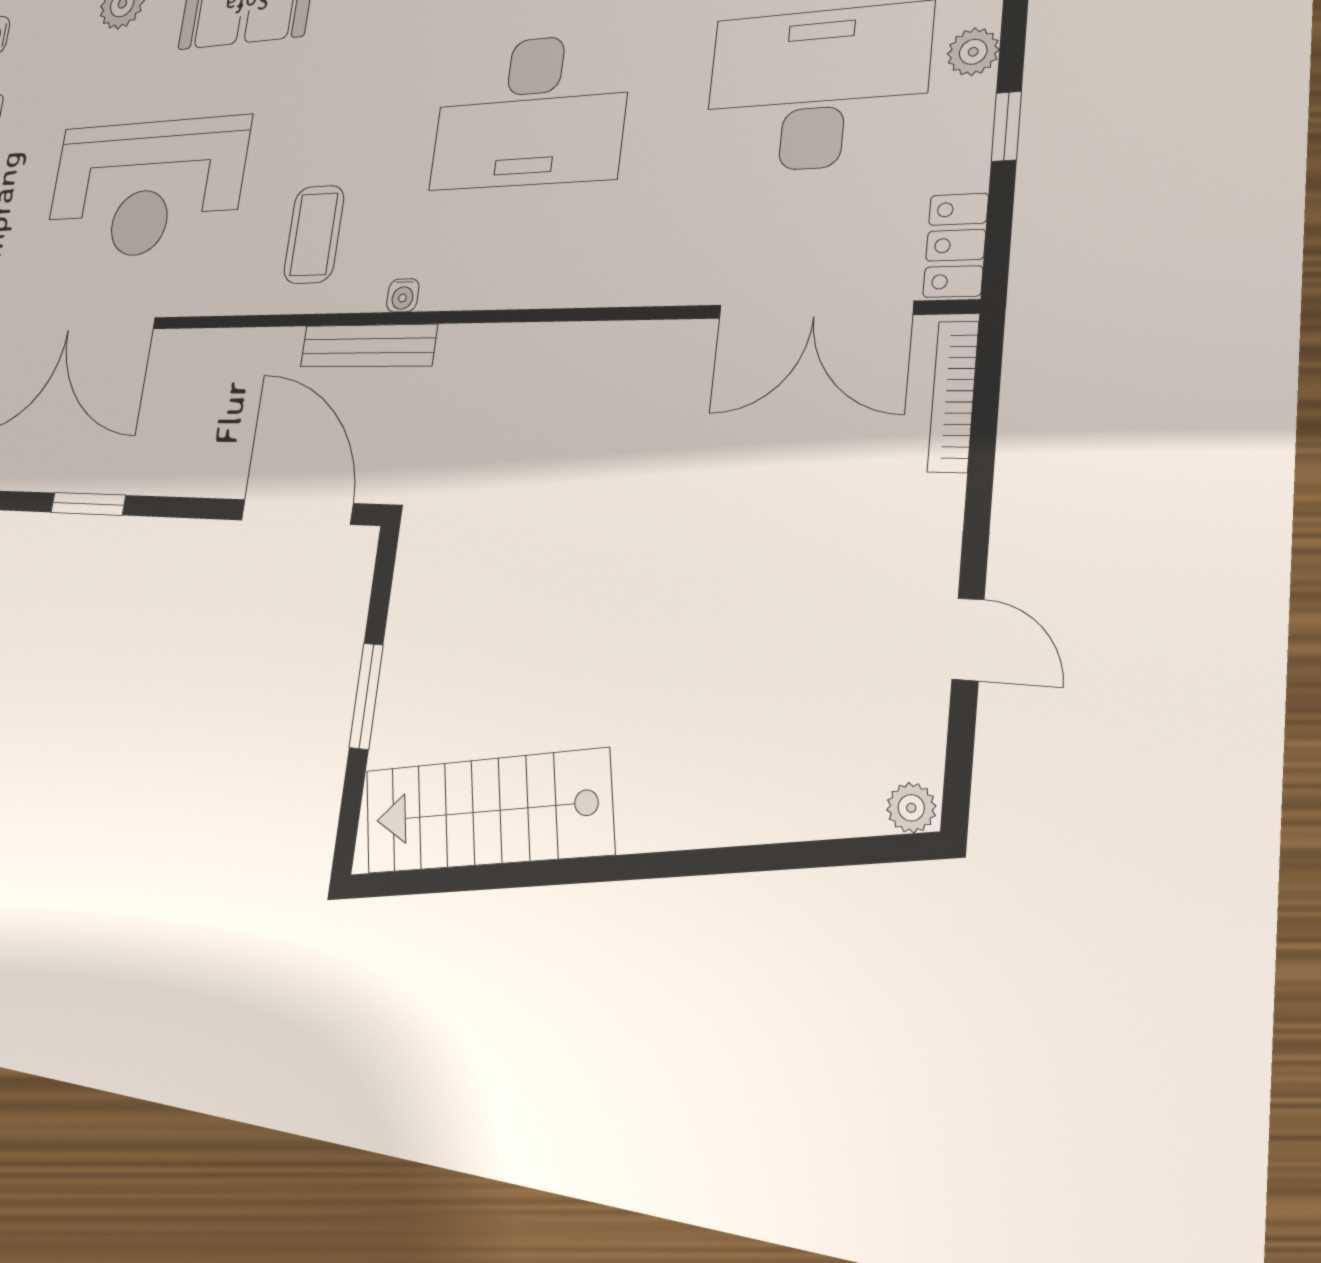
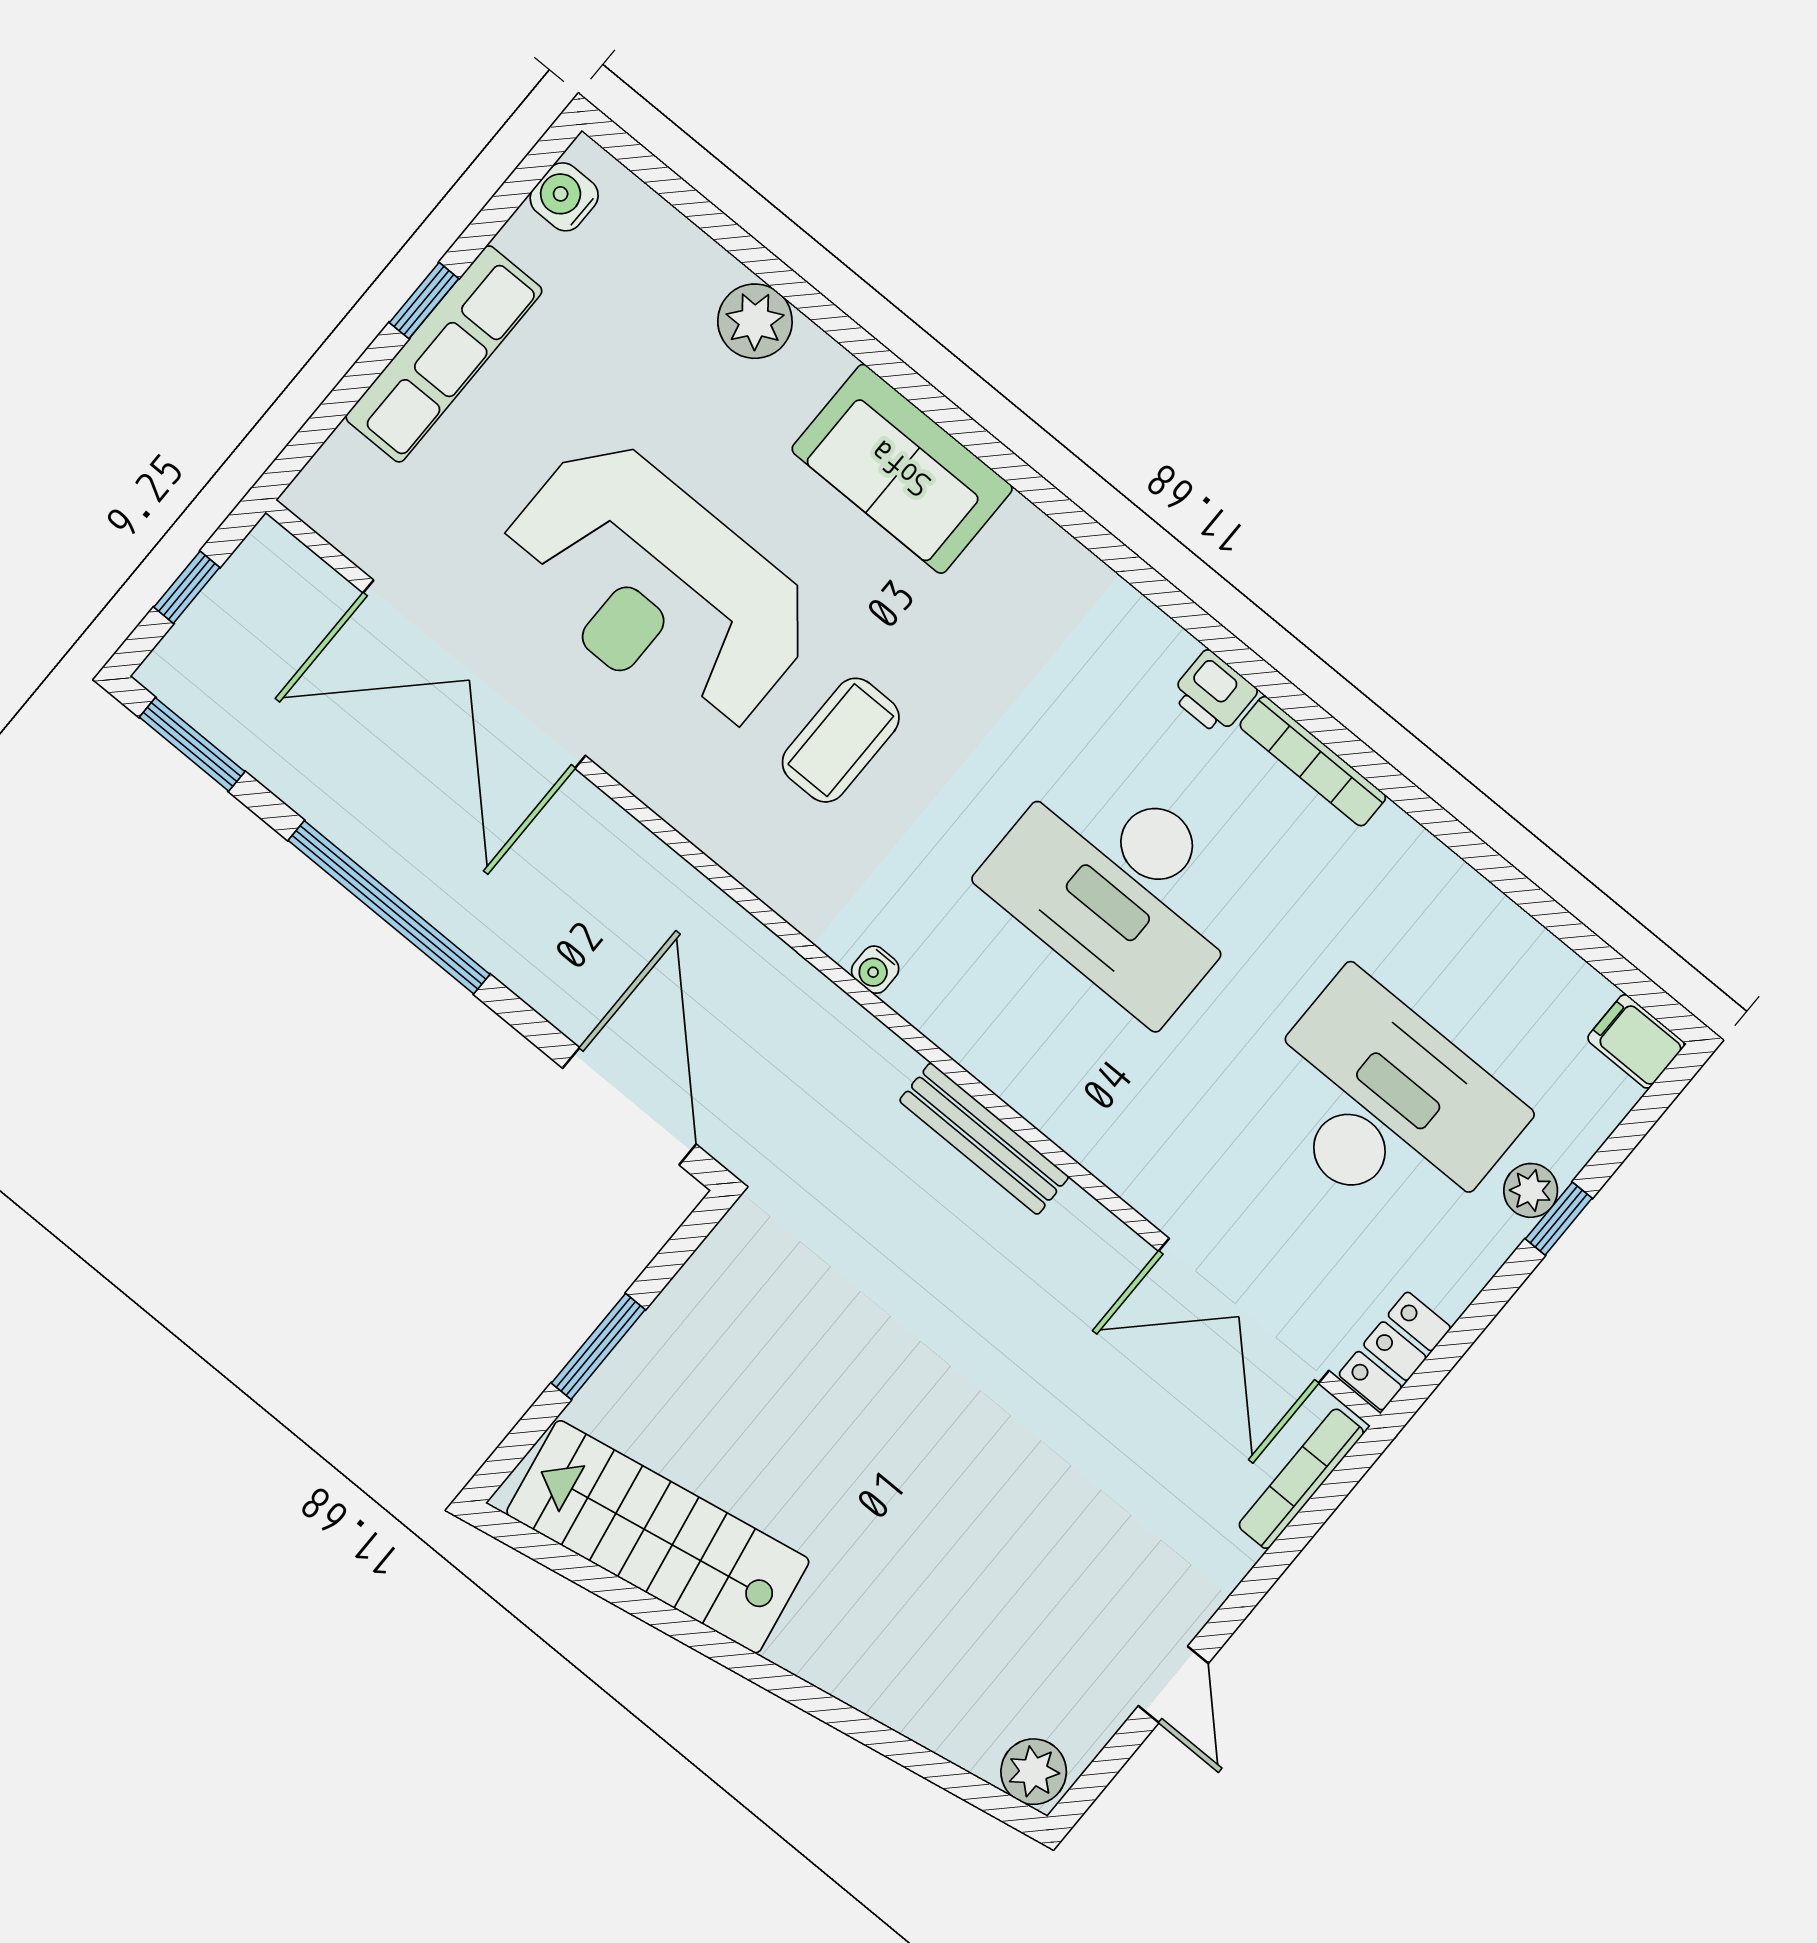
window: (1006, 126) -> (1559, 1219), moved
coffee table: (314, 234) -> (841, 740), moved
bench: (368, 346) -> (984, 1139), moved
window: (88, 504) -> (389, 907), width x2.11
plant: (911, 808) -> (1034, 1772), width x1.38, depth x1.38

